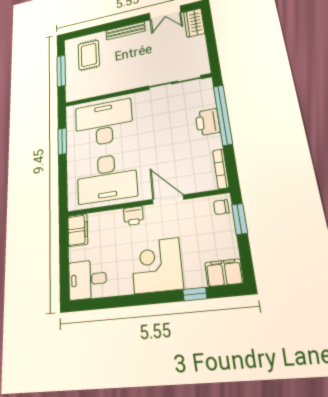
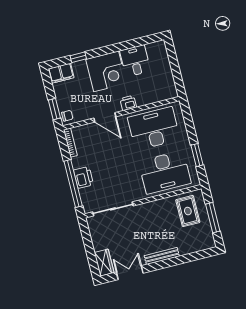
rug: (89, 55) -> (188, 211), moved
filing cabinet: (78, 230) -> (169, 88), removed
desk: (87, 280) -> (135, 61), moved, turned -90

